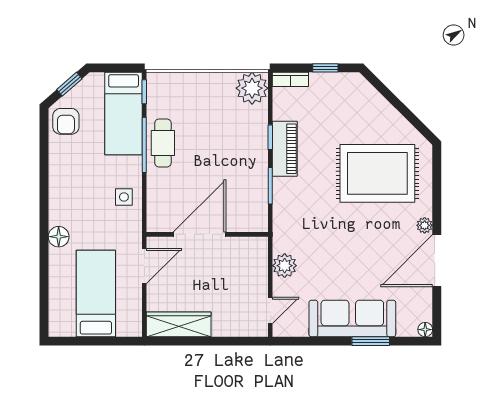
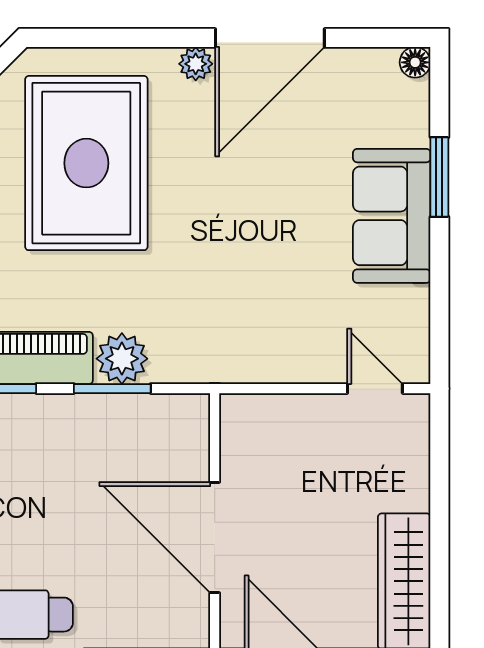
door: (437, 261) -> (270, 38), hinge flipped
plant: (285, 266) -> (122, 359), moved
sofa: (352, 318) -> (392, 216), width x0.73

